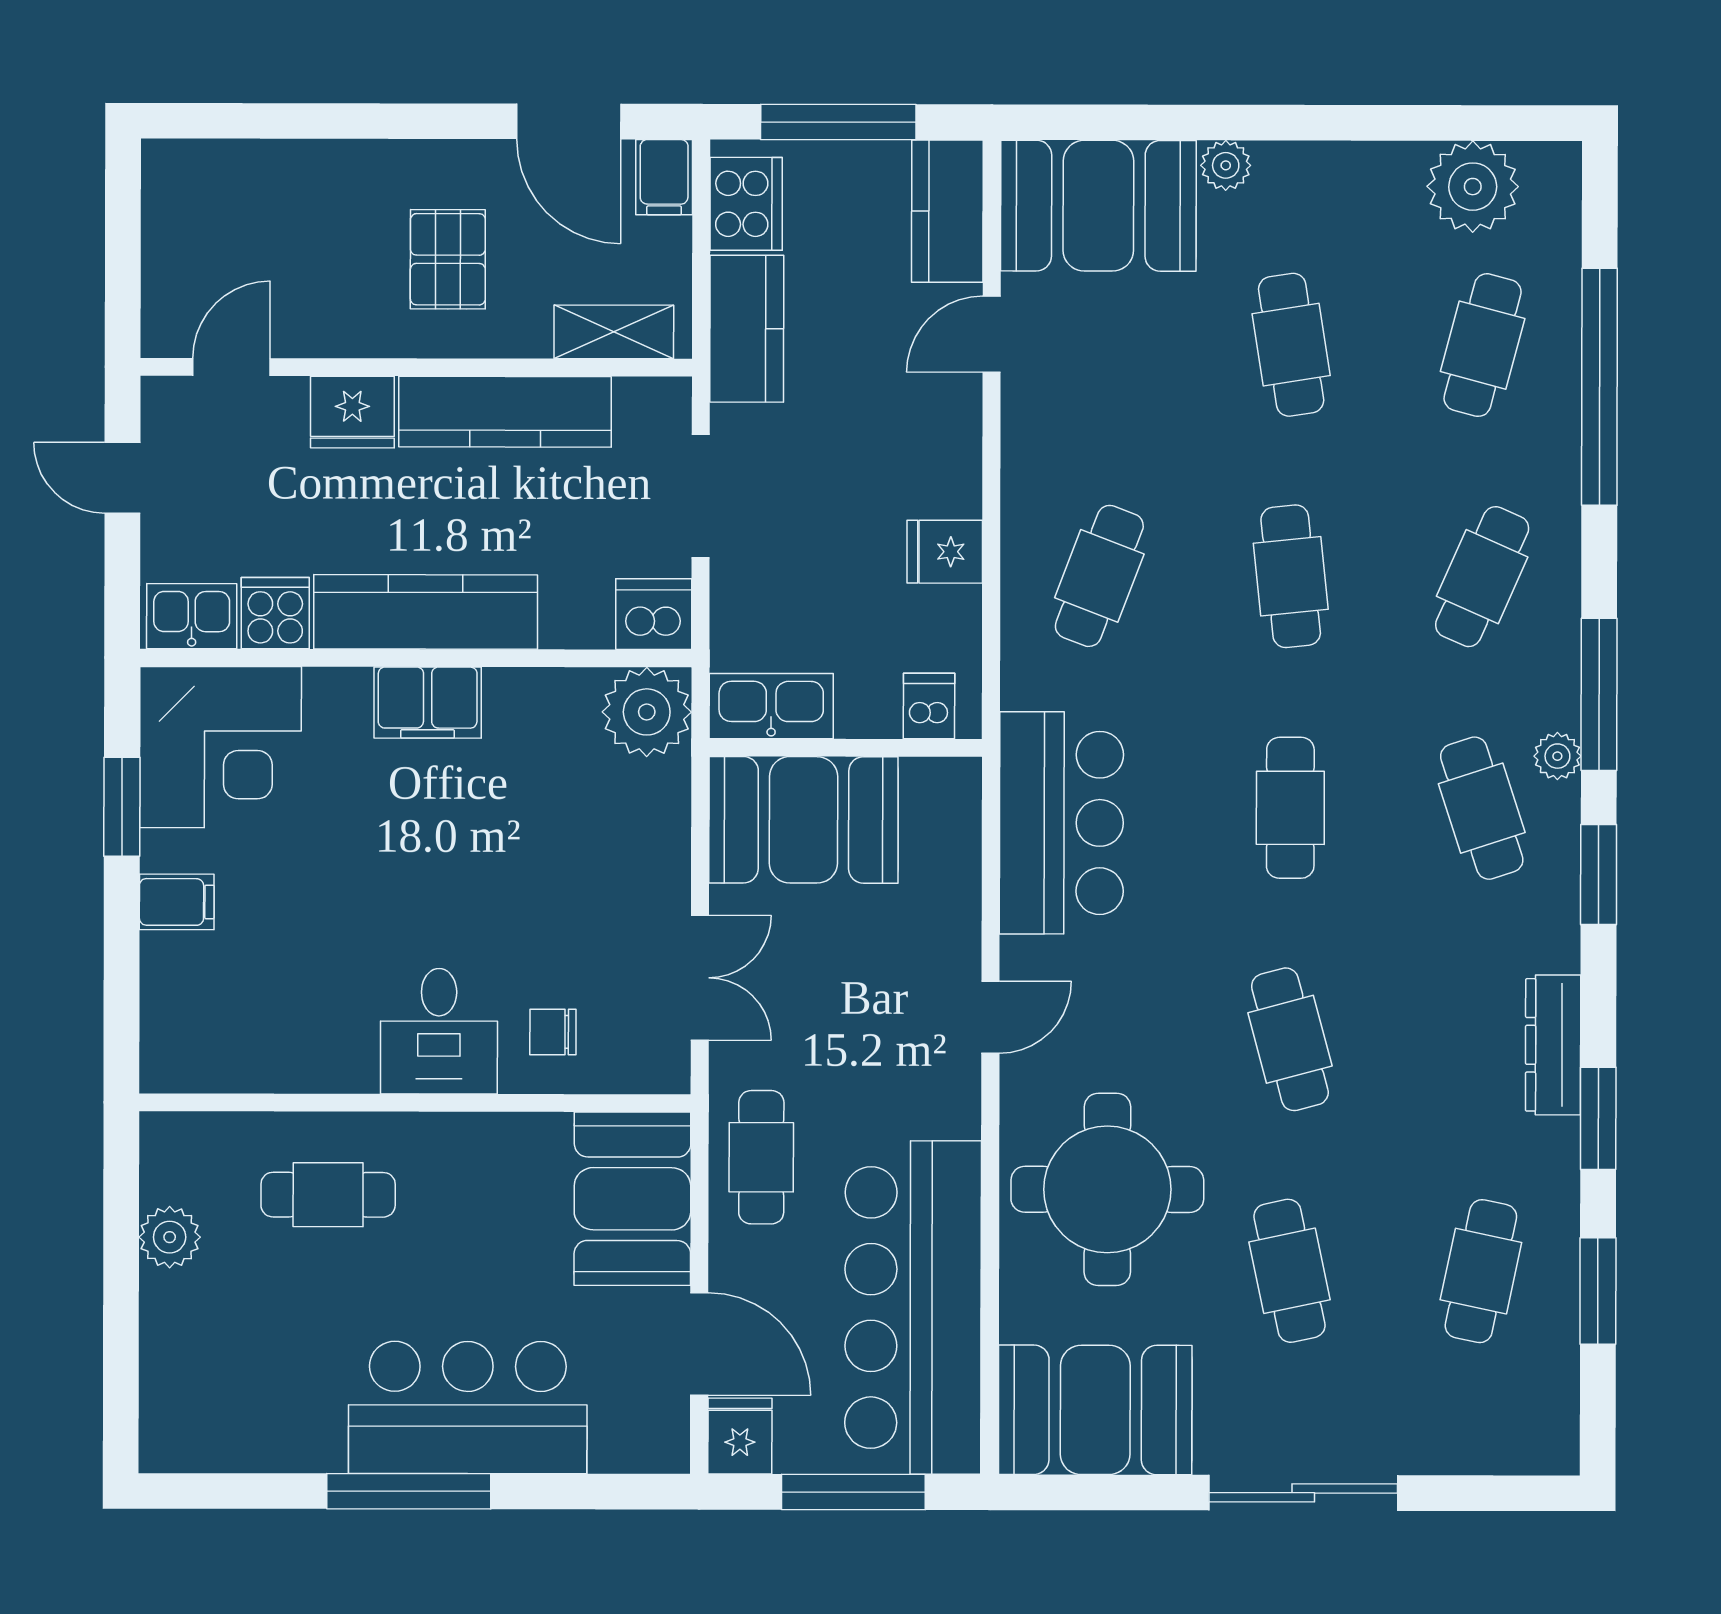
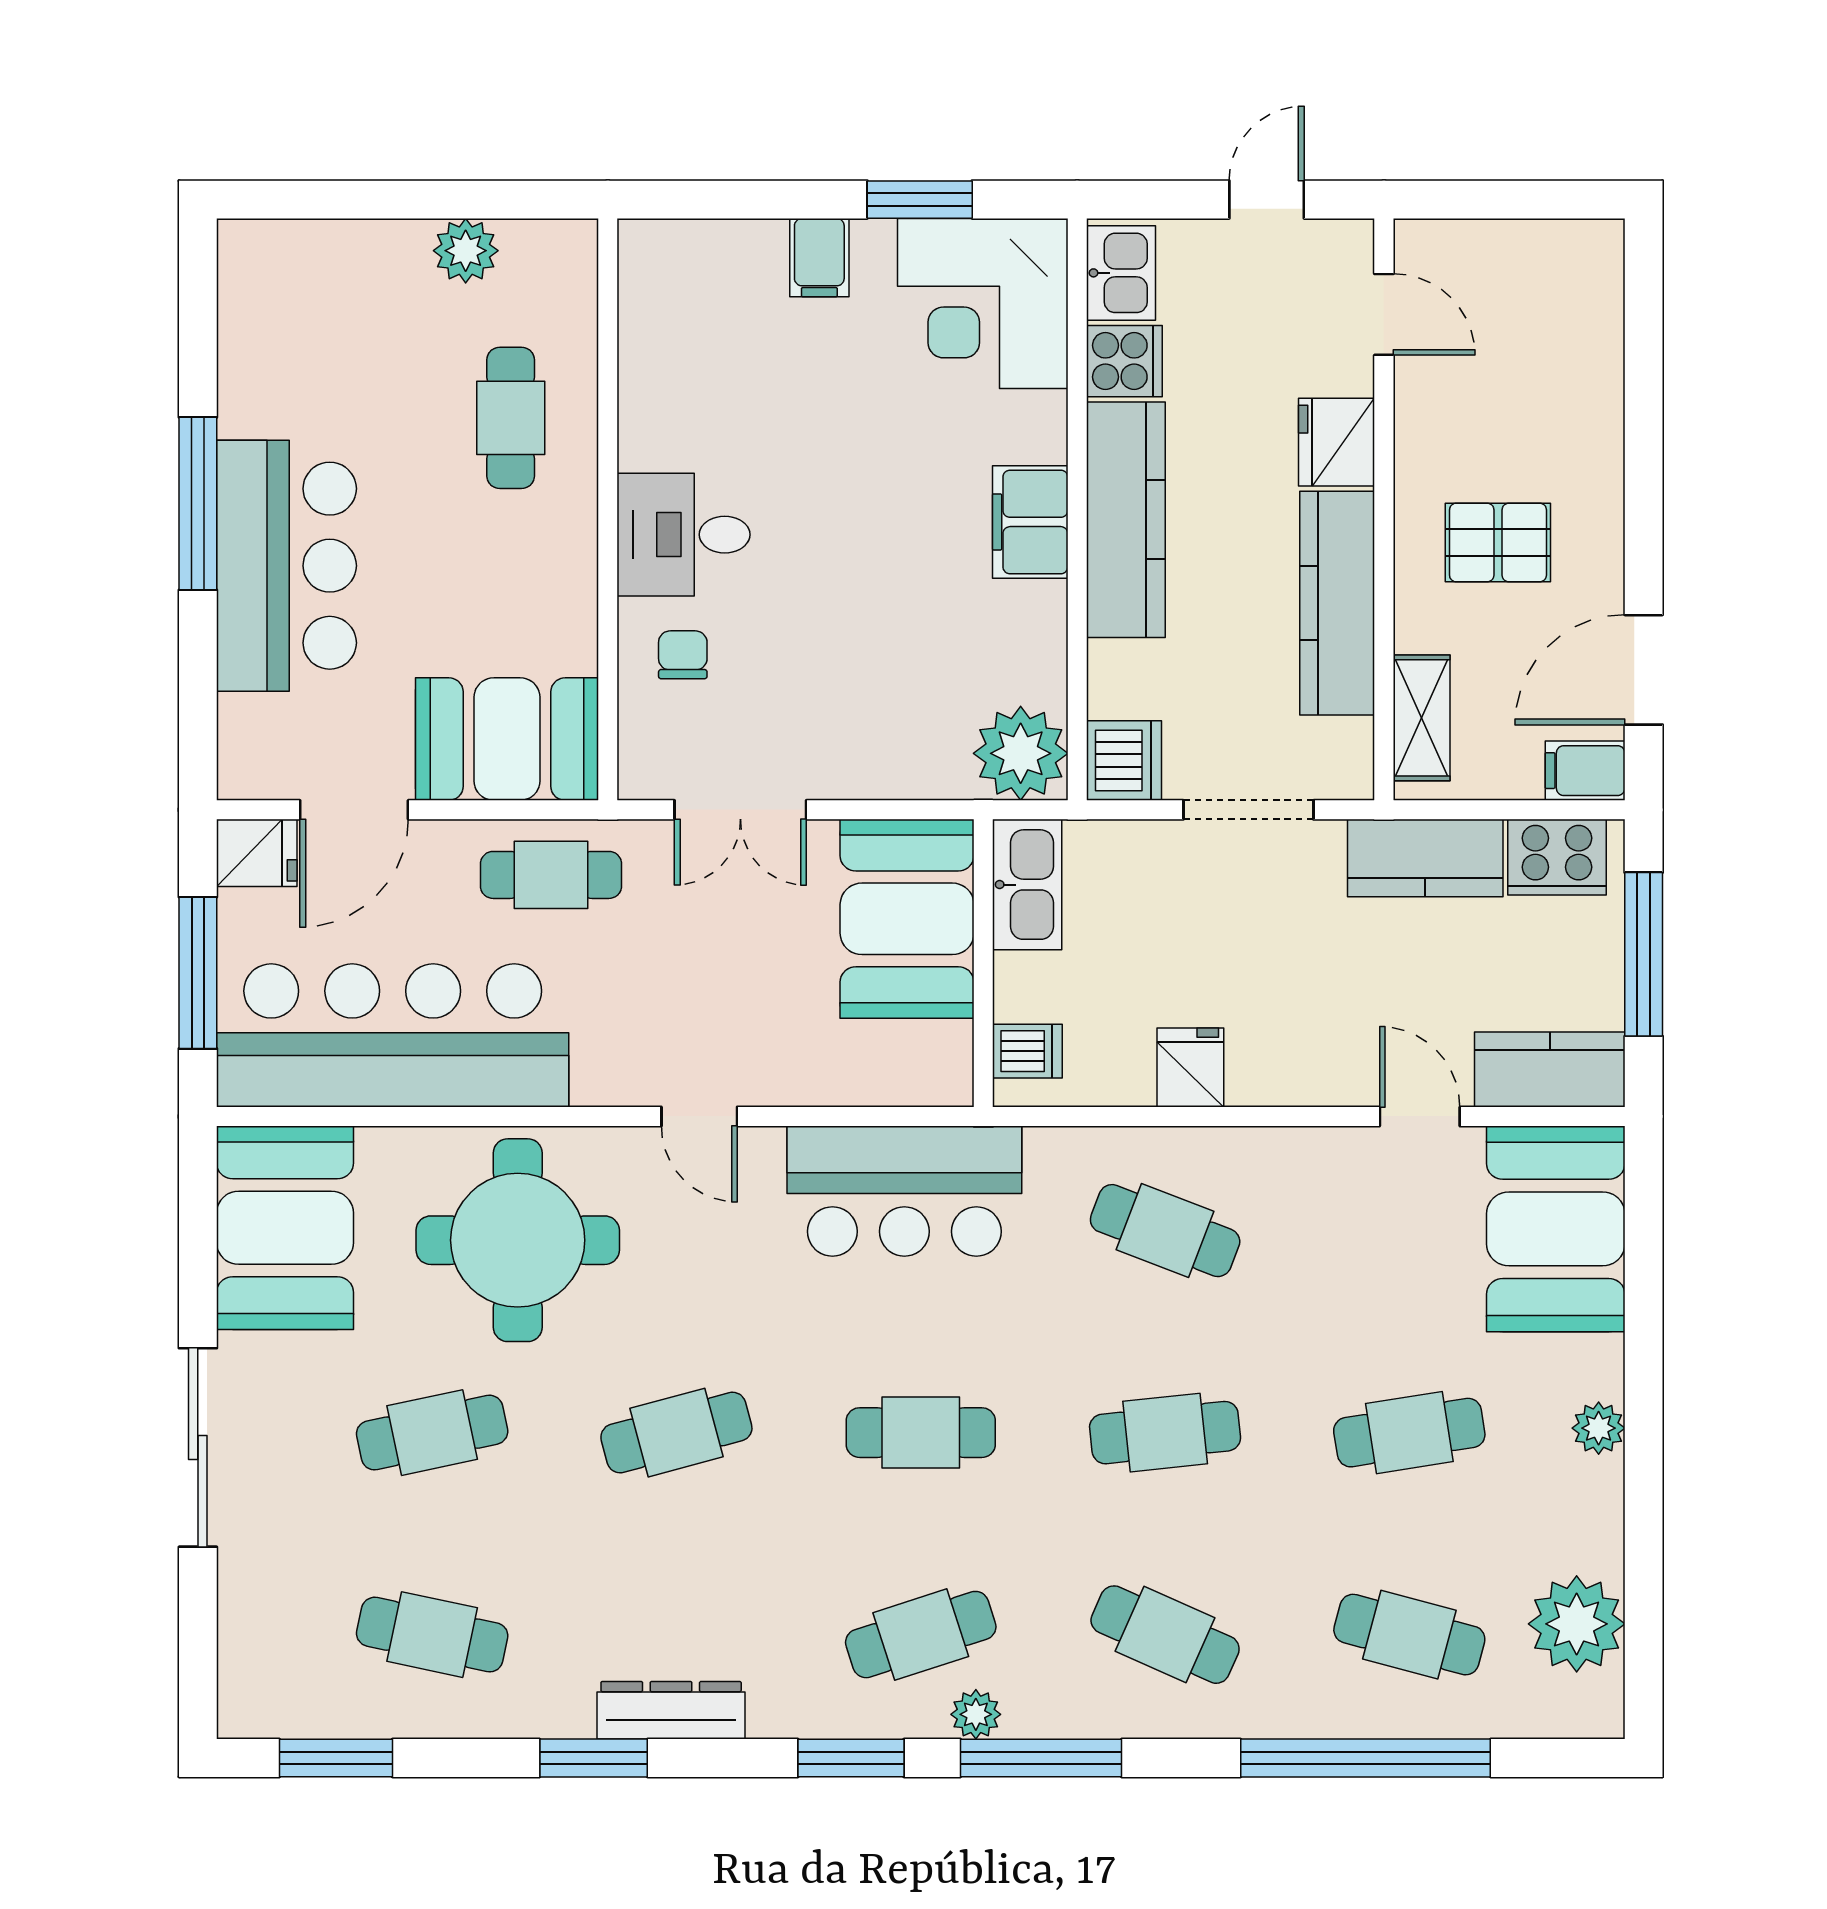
plant: (1226, 165) -> (1599, 1428), moved
window: (1598, 1291) -> (336, 1758), moved

